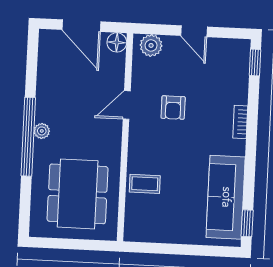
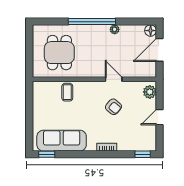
floor lamp: (117, 42) -> (151, 31), moved
armchair: (173, 108) -> (113, 107), turned -140
plant: (42, 131) -> (115, 29), moved
dining table: (78, 194) -> (59, 53), width x0.73

